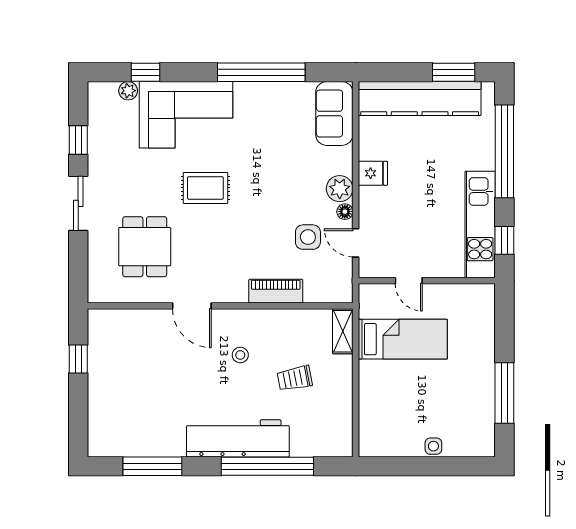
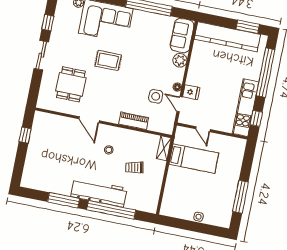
fridge: (373, 173) -> (191, 92), moved
plant: (340, 189) -> (180, 60), moved
window: (152, 466) -> (64, 200), moved

